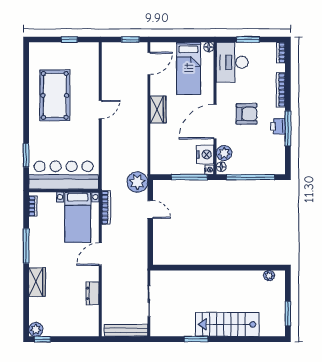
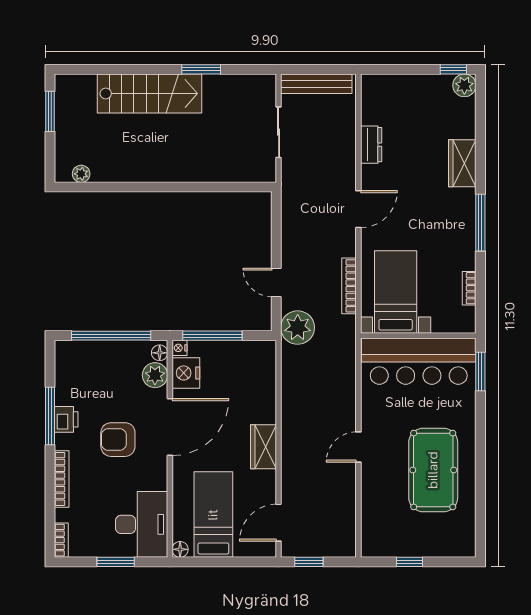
bar counter: (64, 175) -> (419, 361), moved
wall: (64, 191) -> (418, 336), moved
bed with nightstands: (78, 217) -> (396, 292), moved

